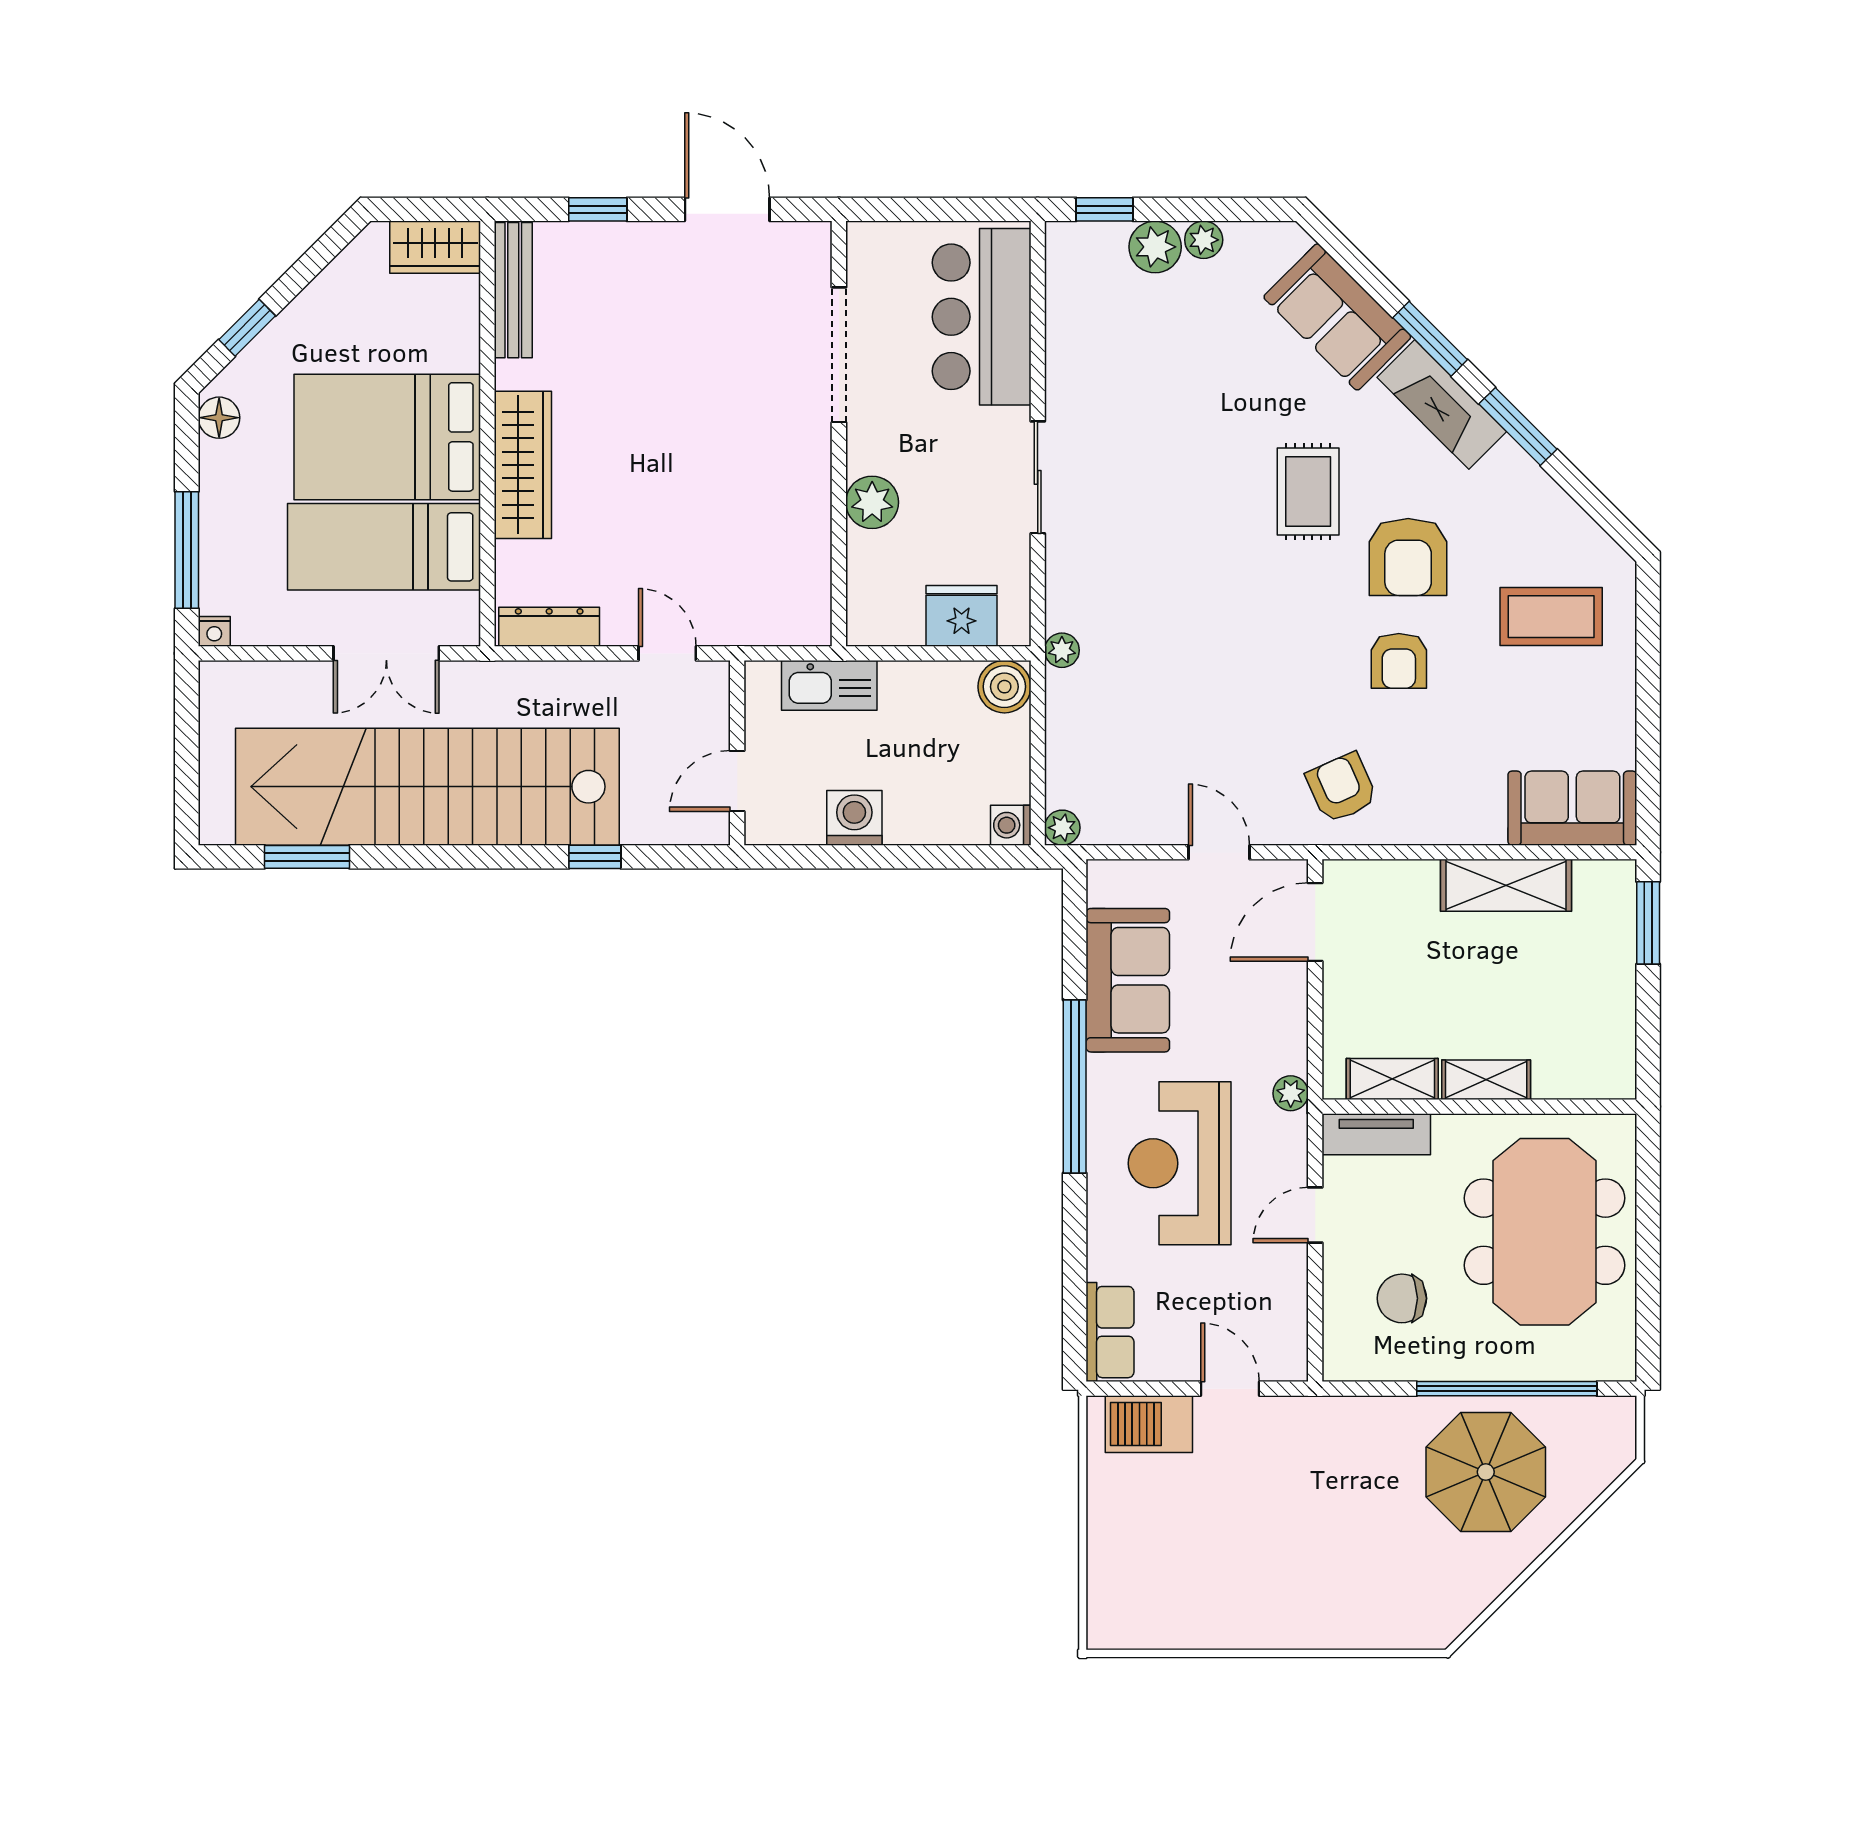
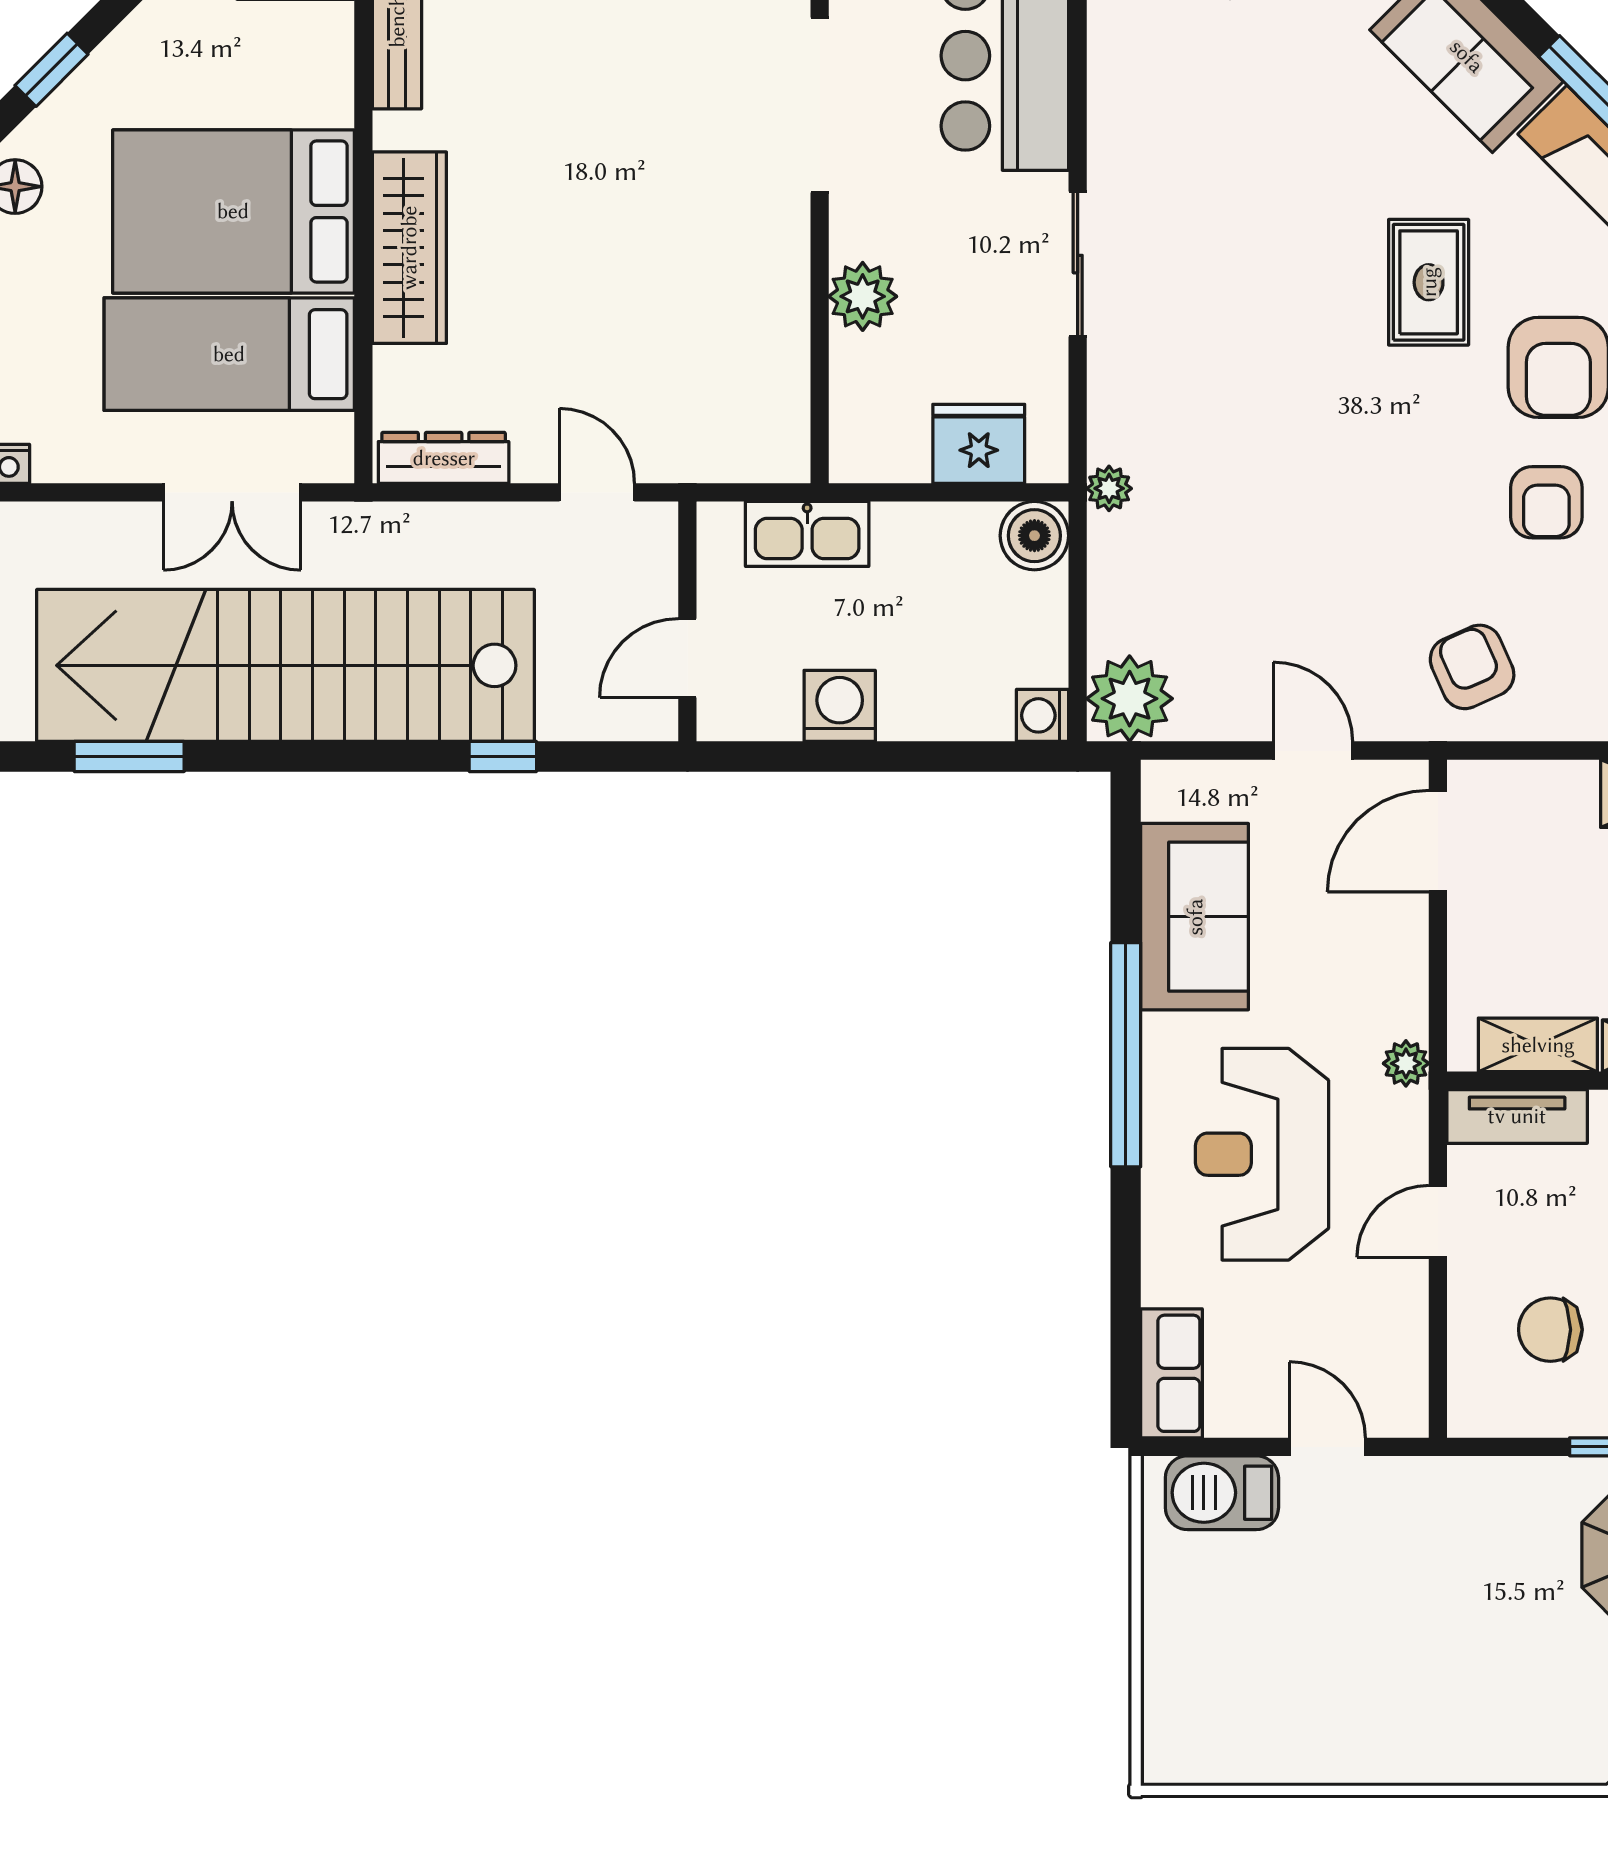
plant: (1062, 828) -> (1130, 699), width x1.88, depth x1.88

